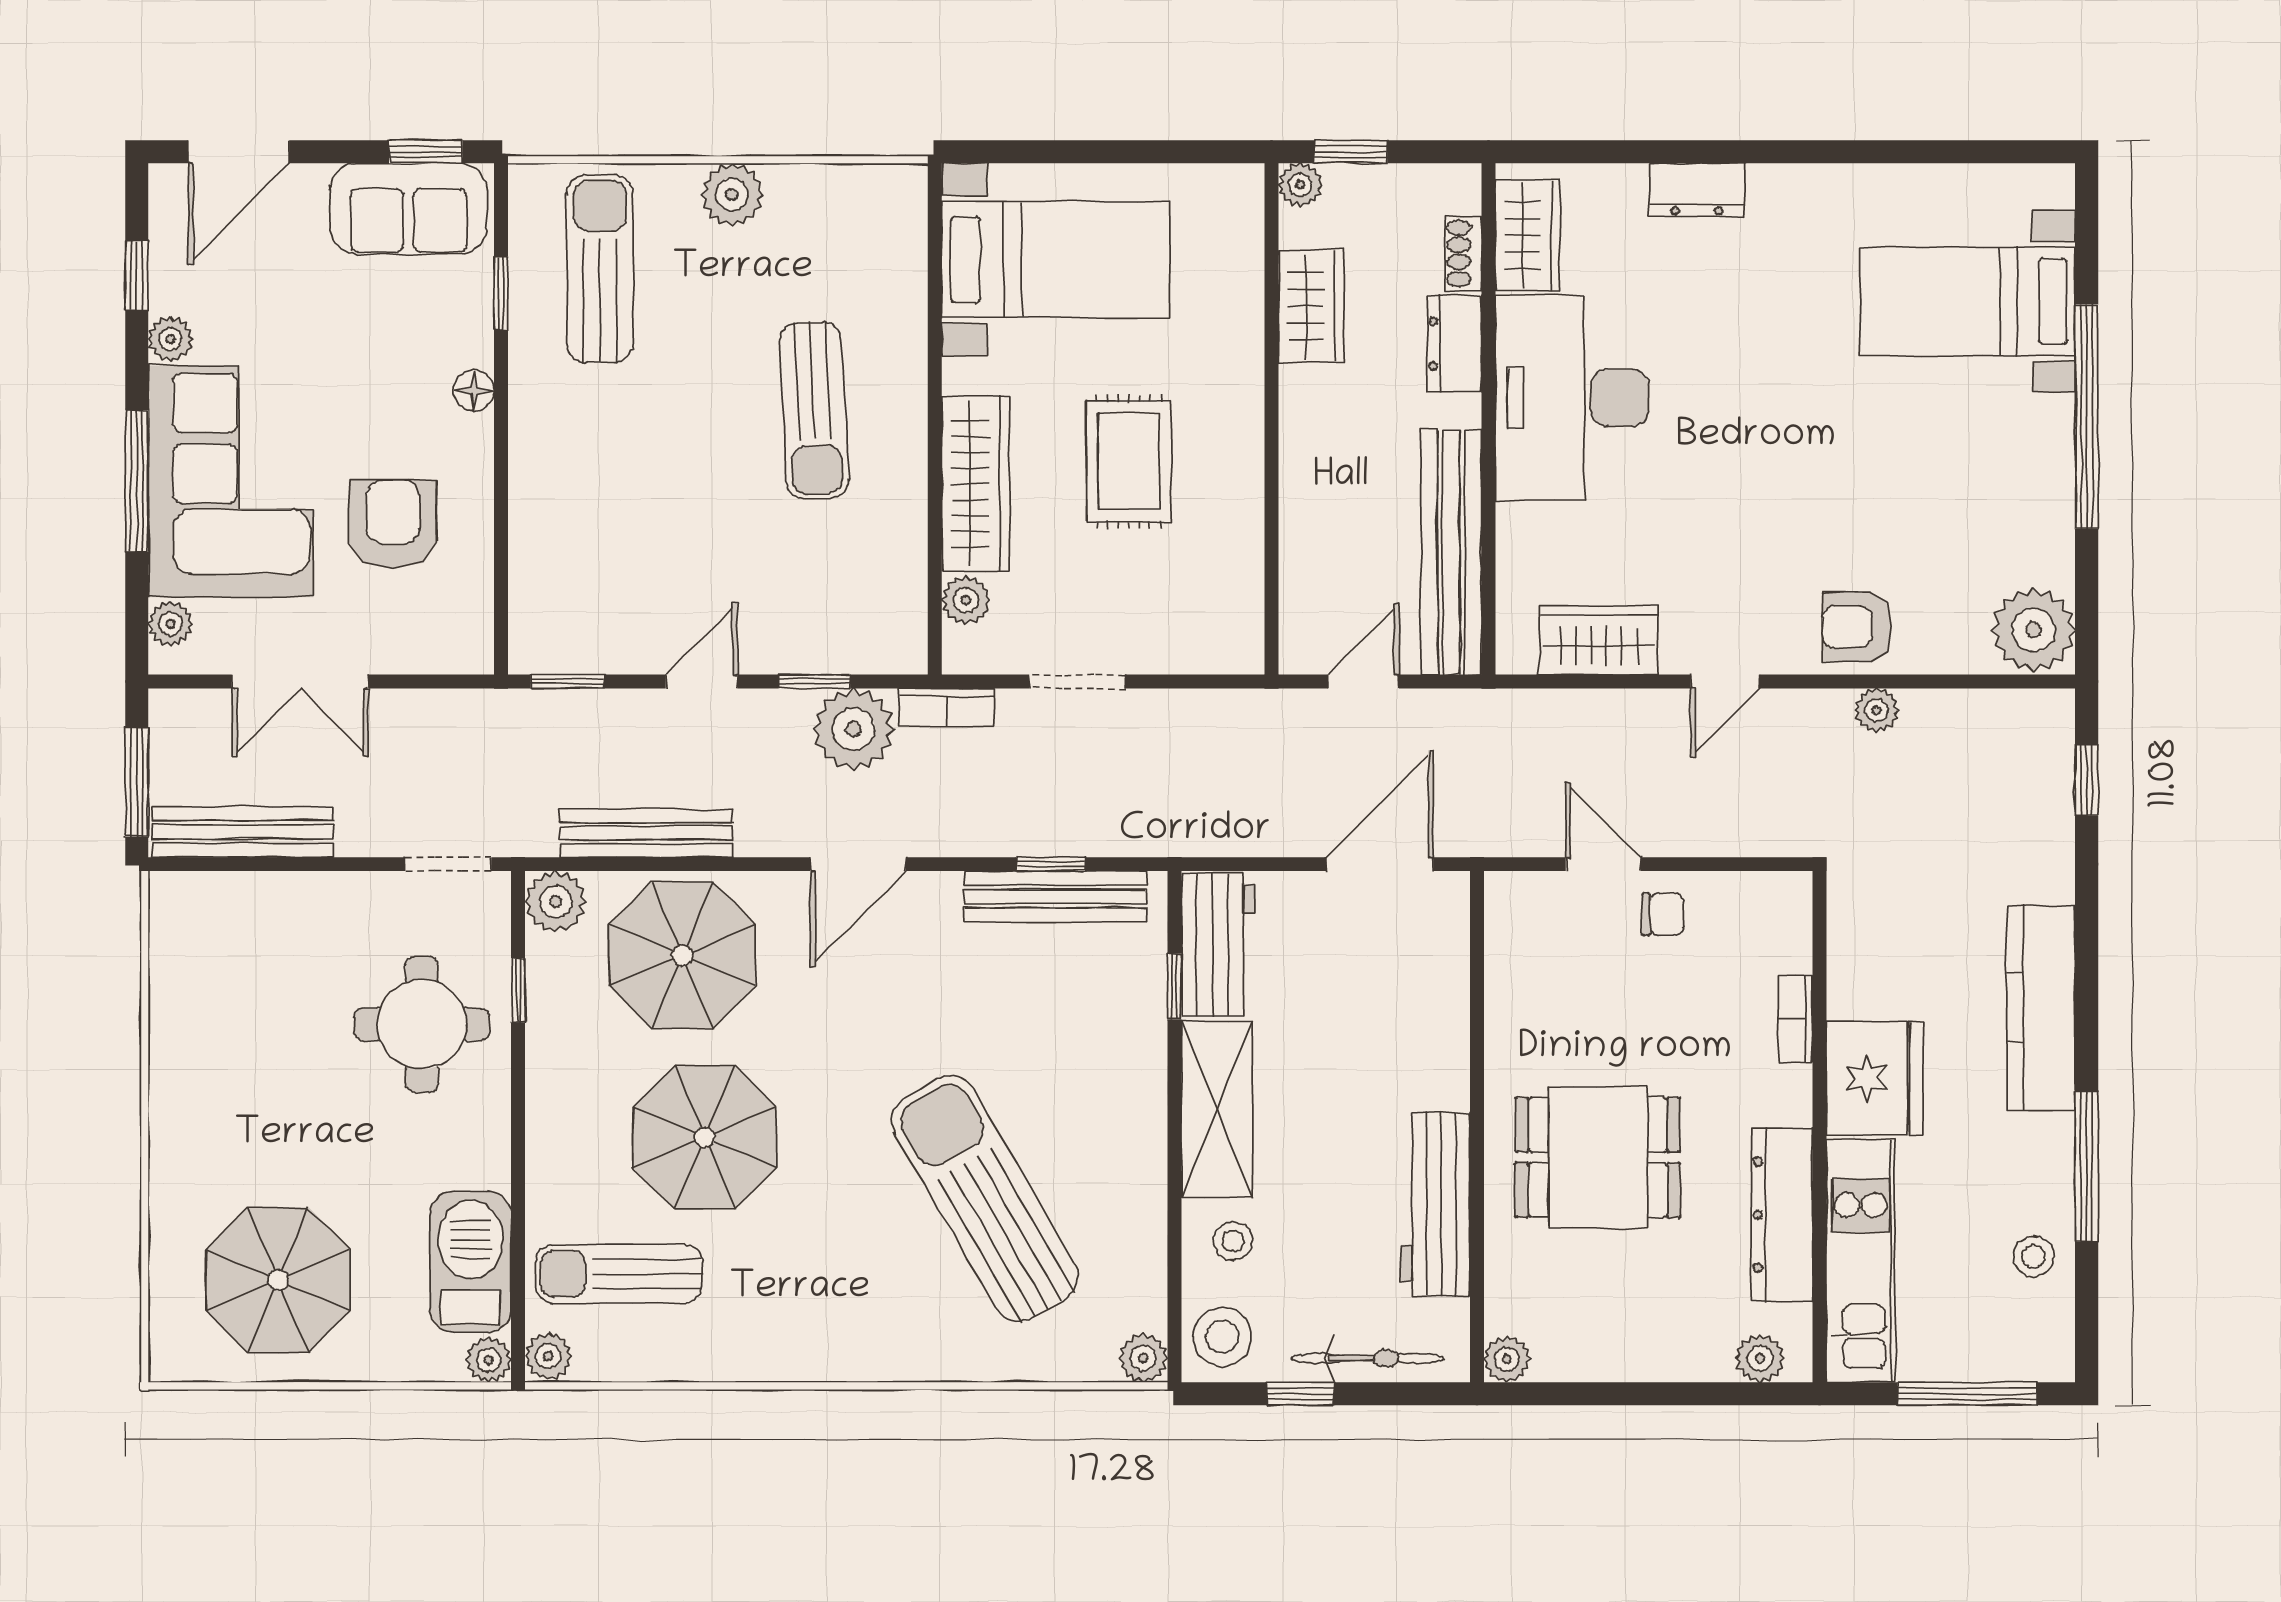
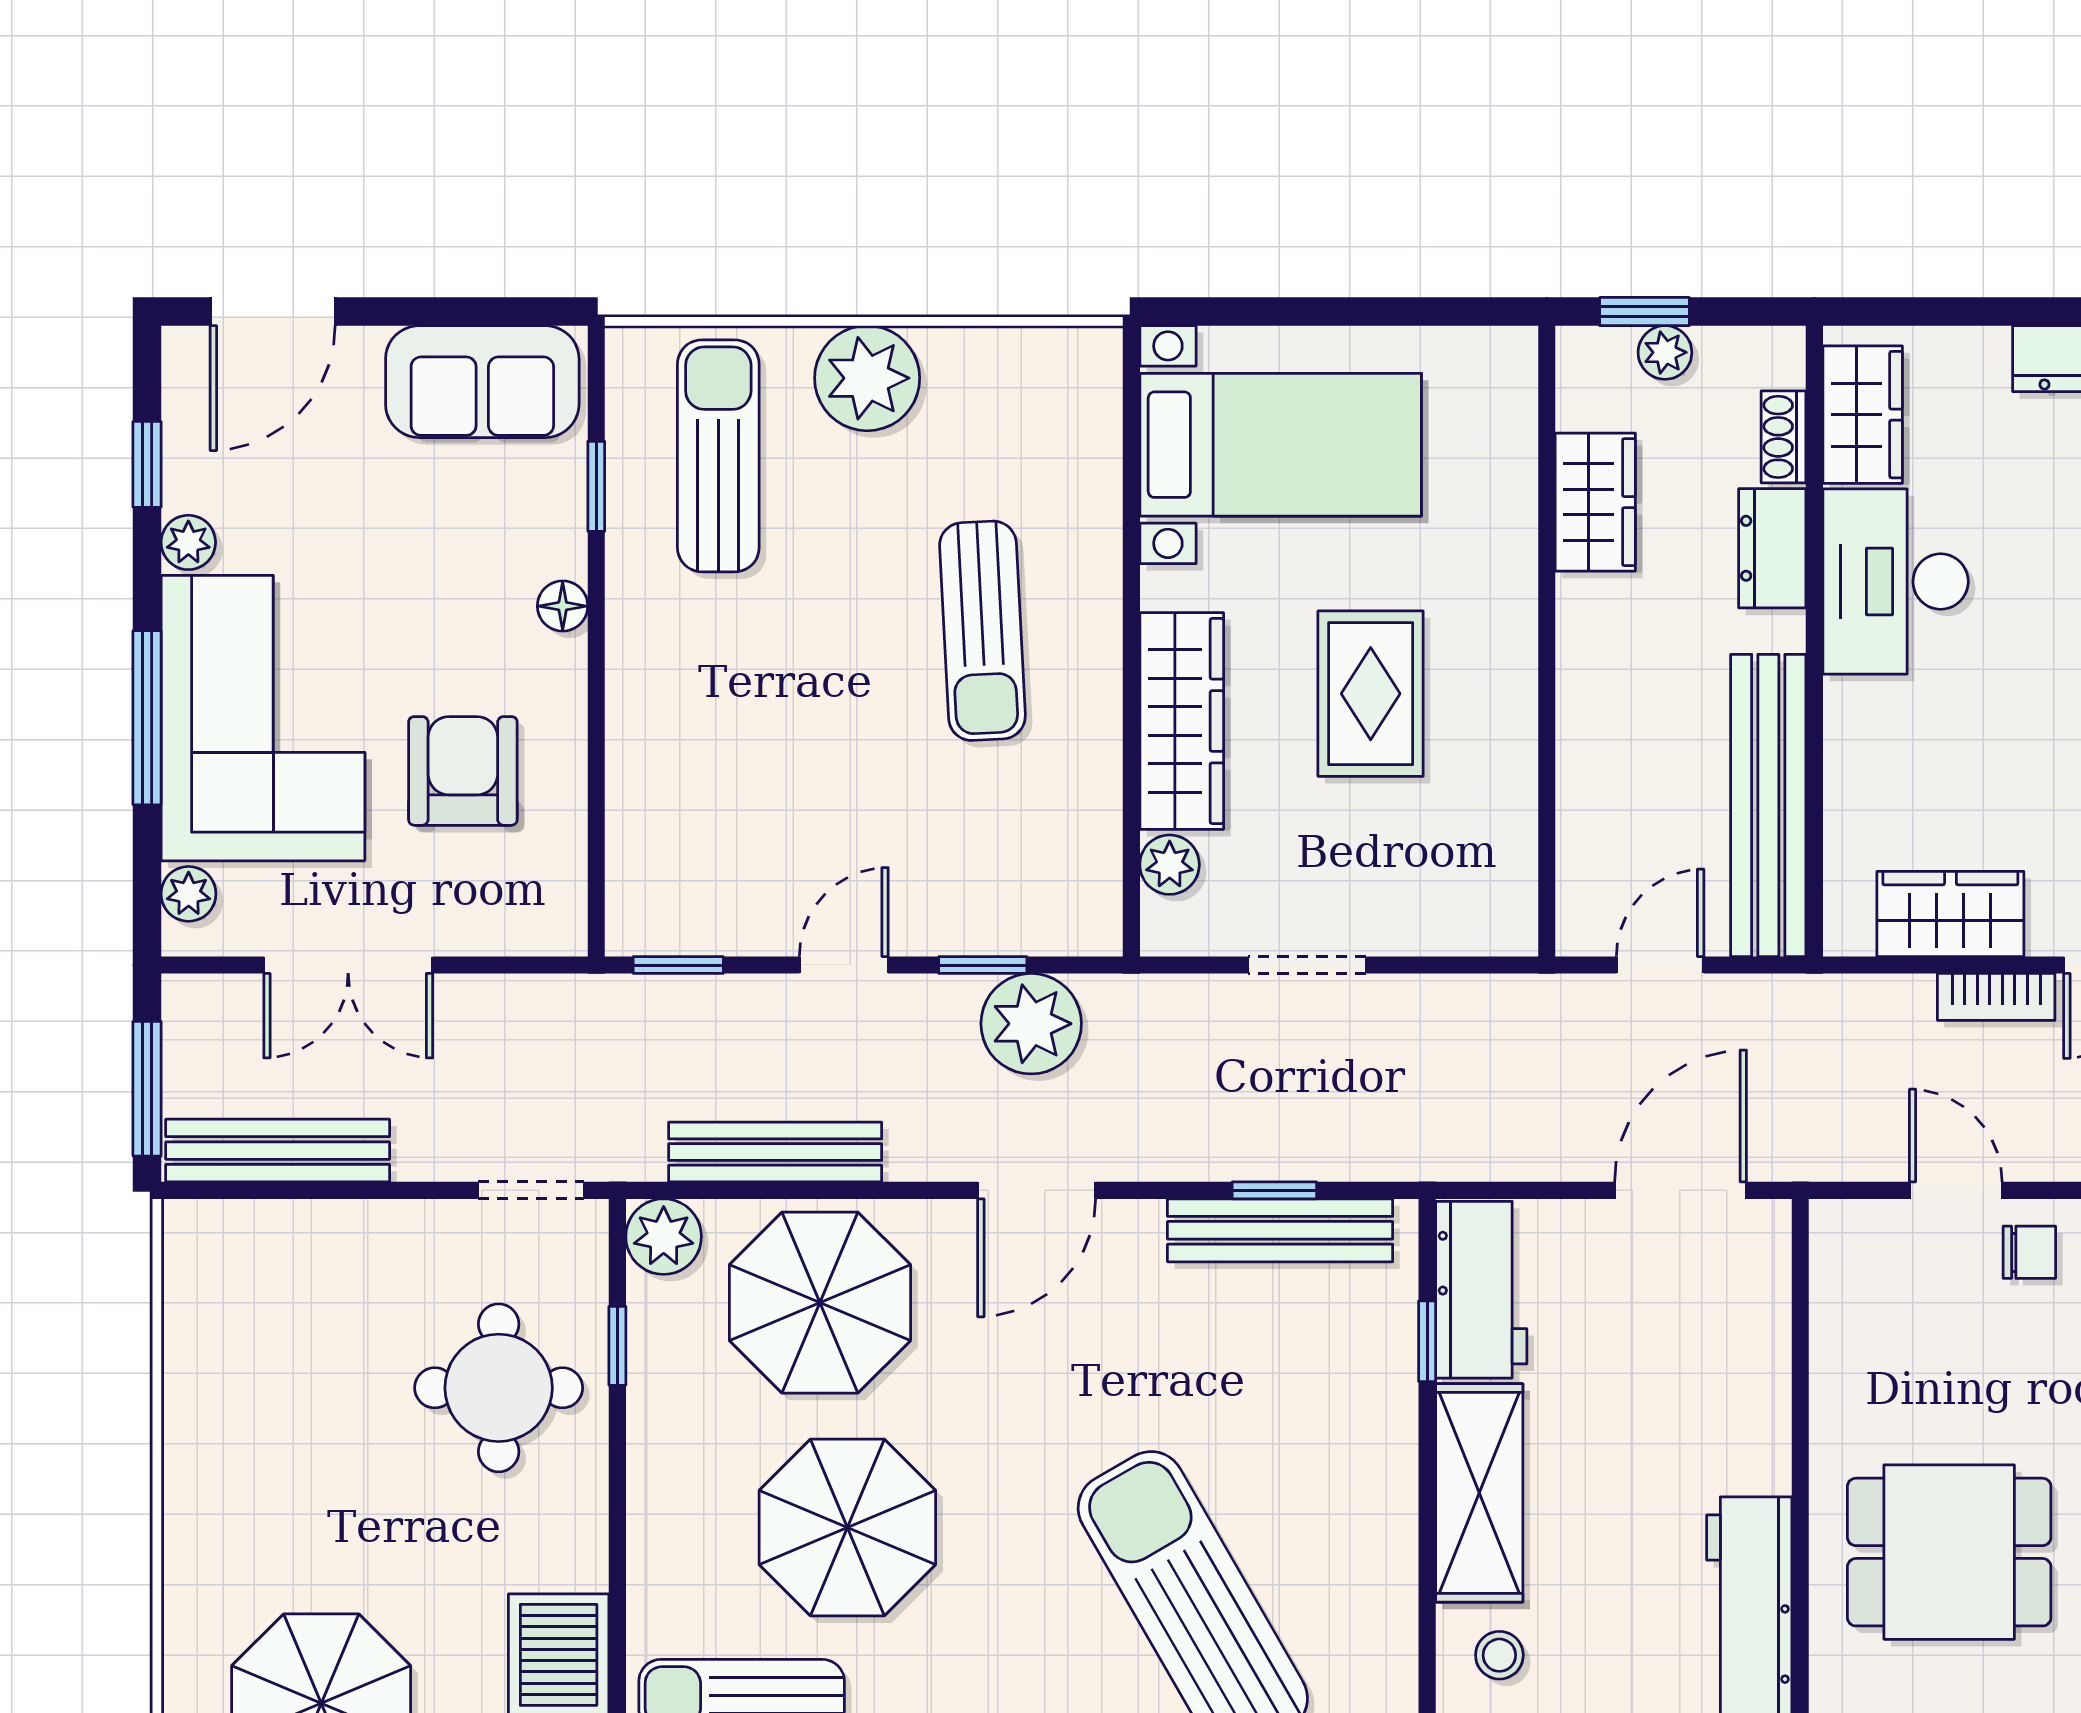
window: (426, 152) -> (503, 312), removed
plant: (1300, 185) -> (1665, 352), moved
plant: (732, 194) -> (867, 378), width x1.36, depth x1.36
desk: (1572, 398) -> (1896, 582), width x0.73, depth x0.77
bookcase: (946, 707) -> (1996, 997), moved

